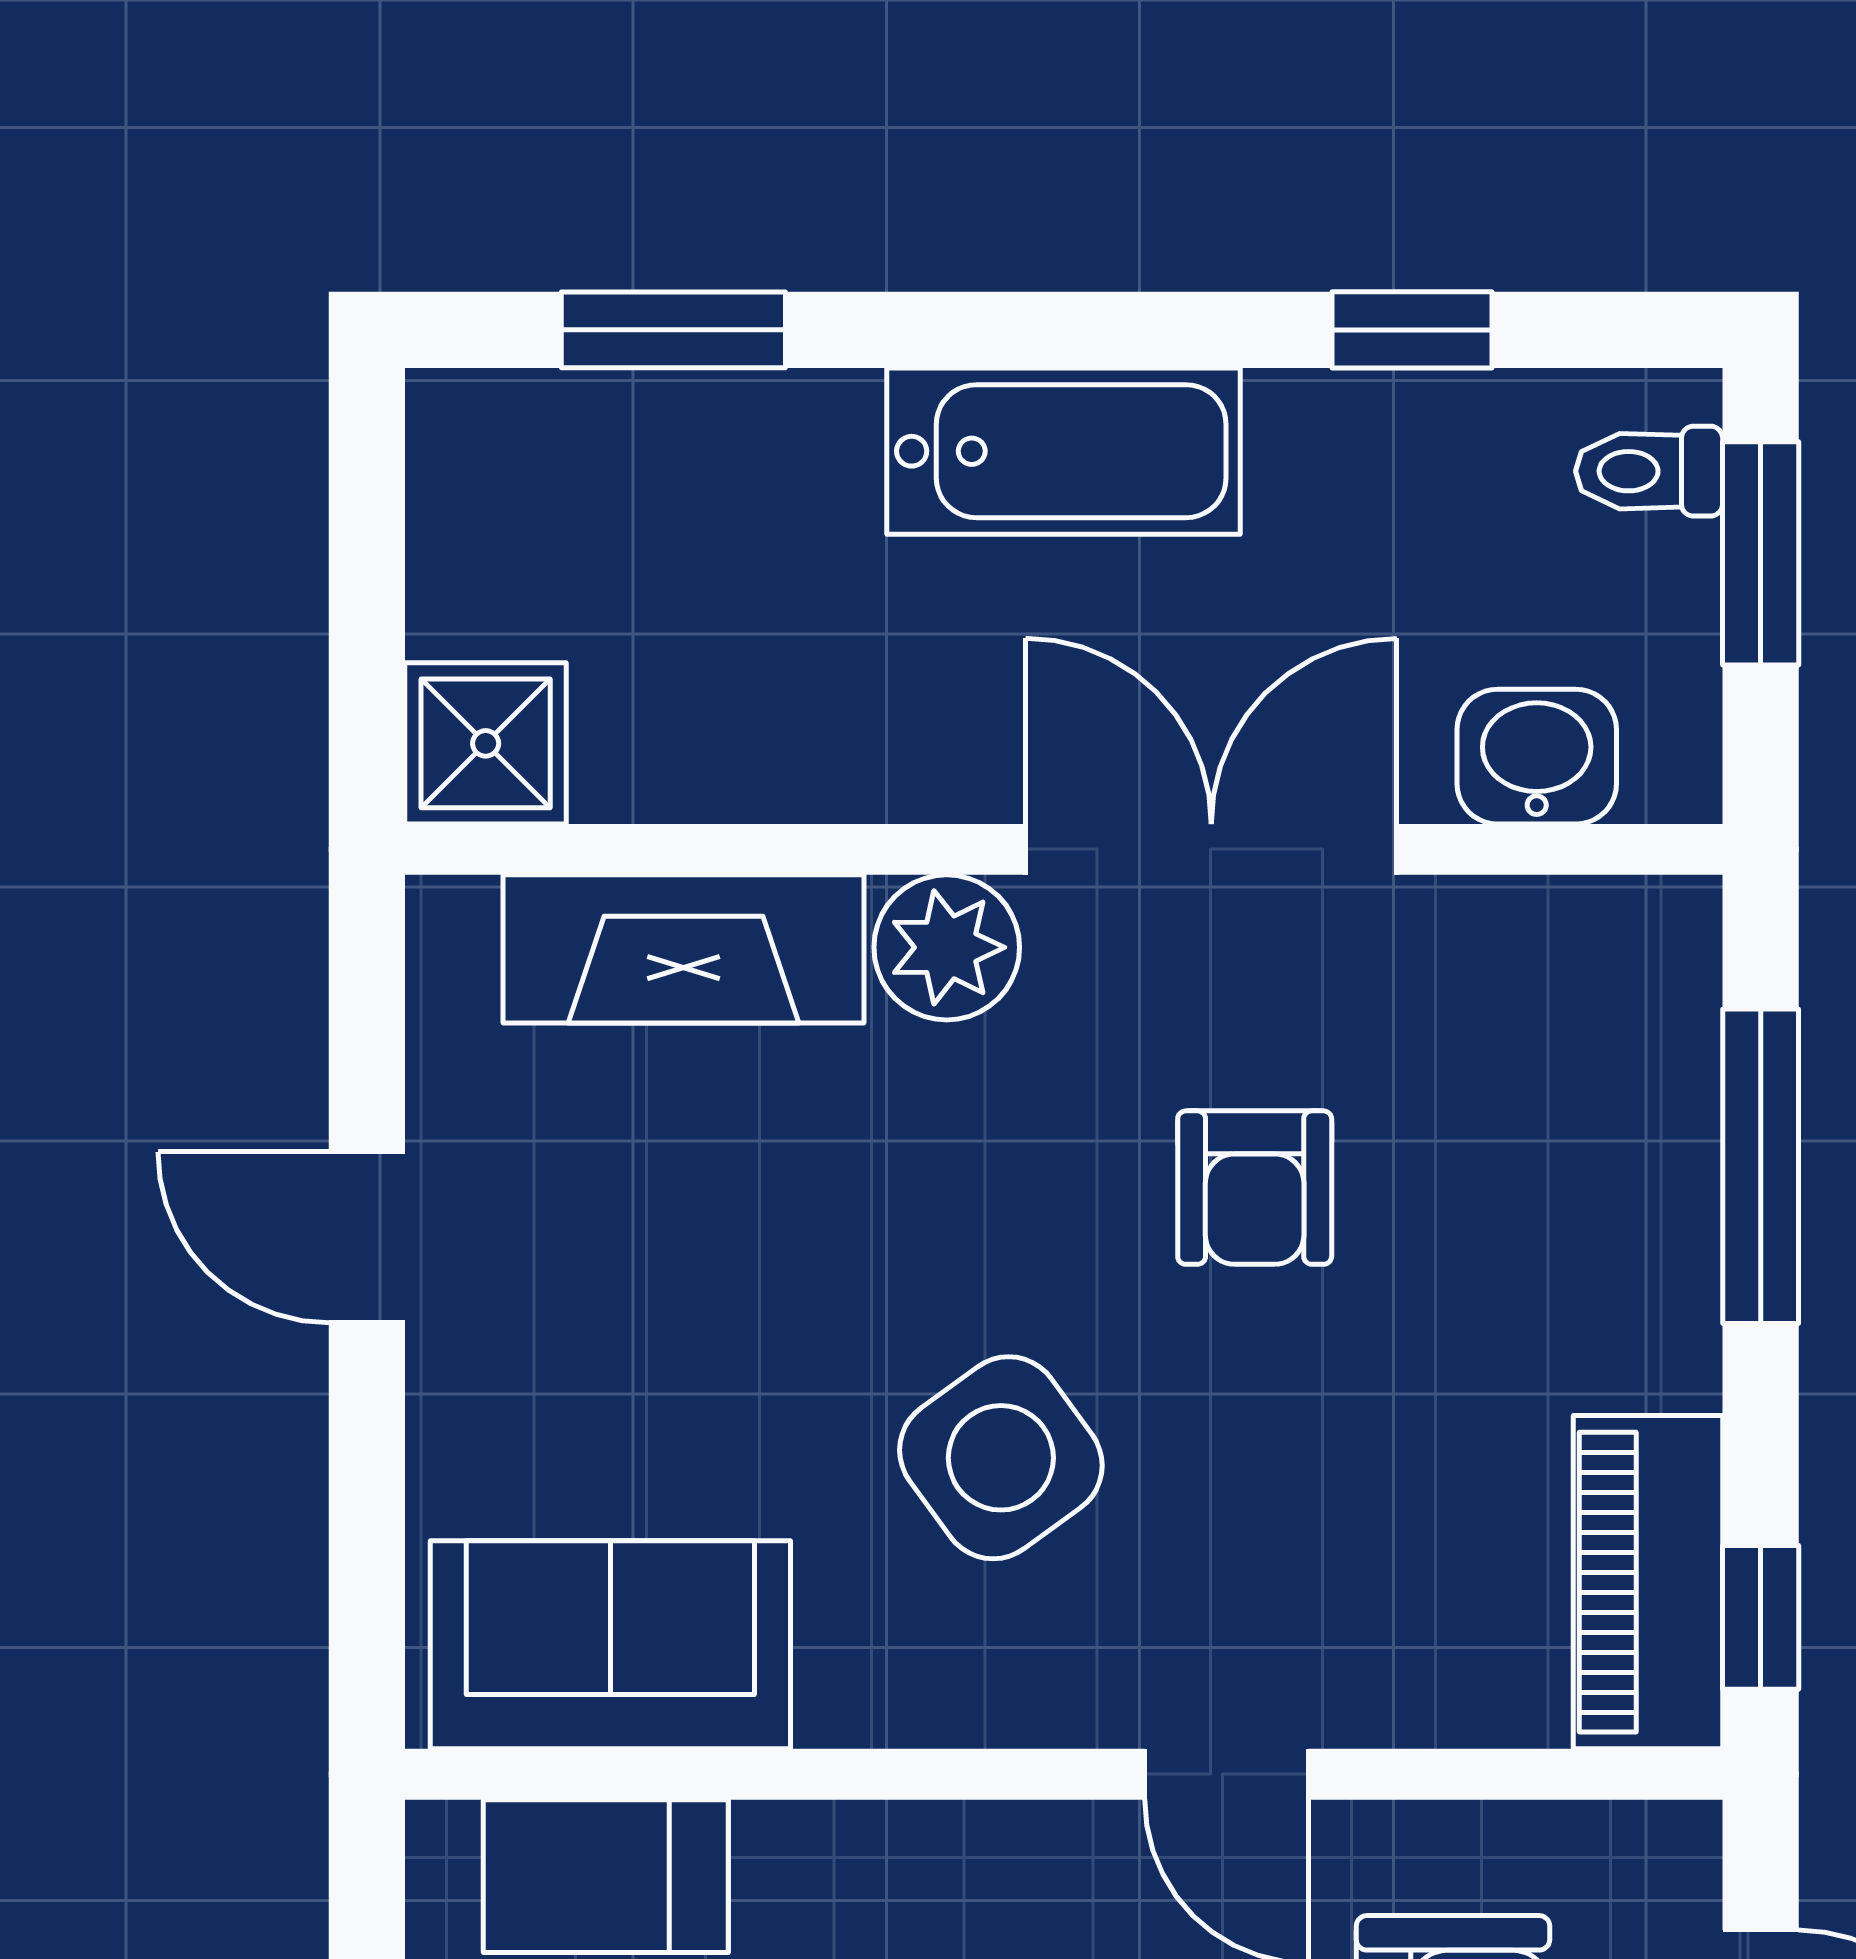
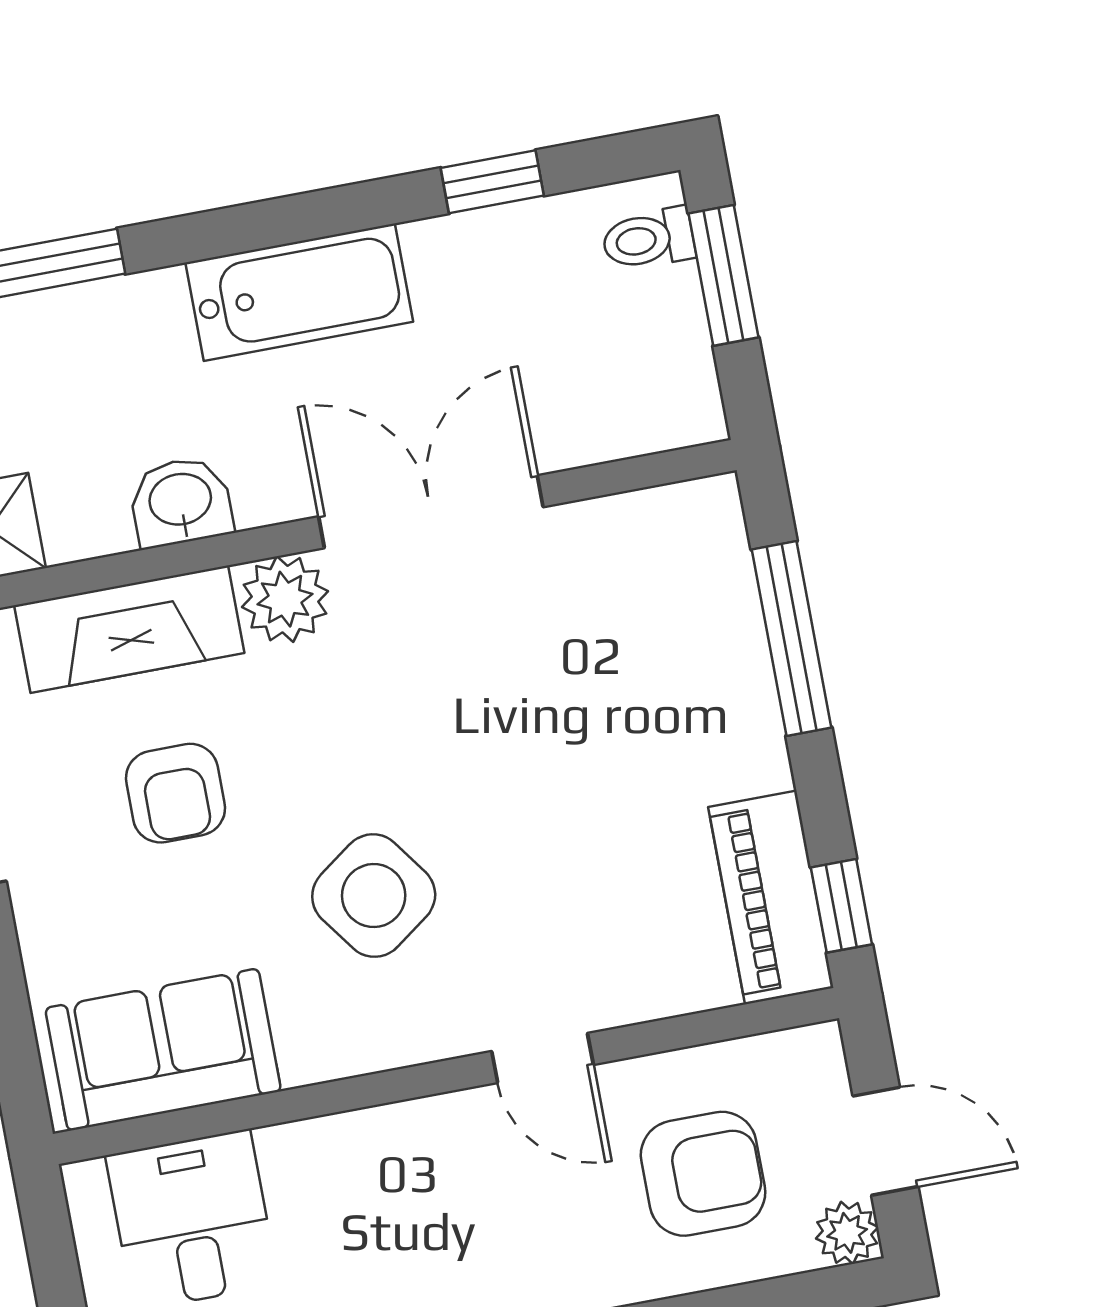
washbasin: (1537, 757) -> (181, 502), moved
armchair: (1255, 1188) -> (175, 793), moved

